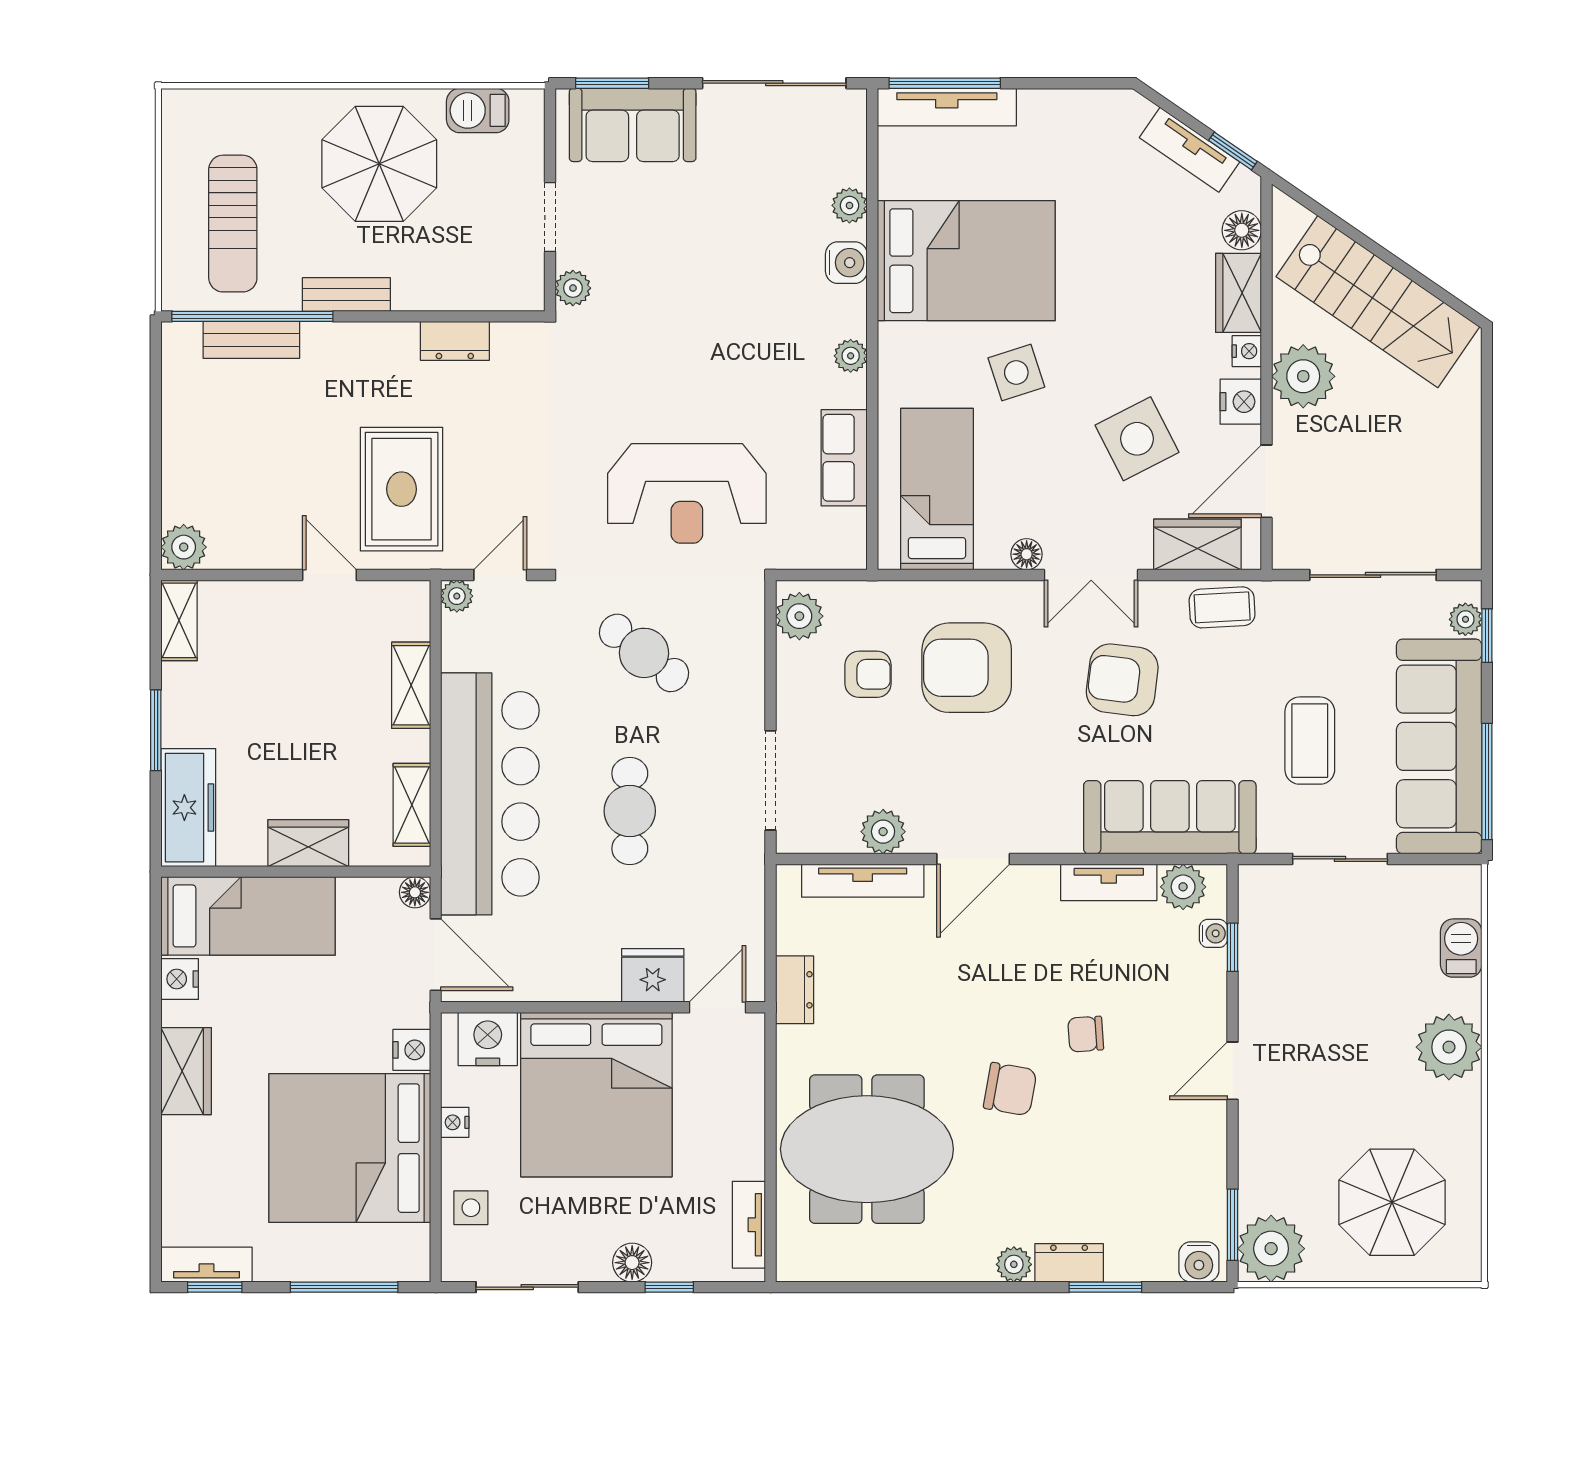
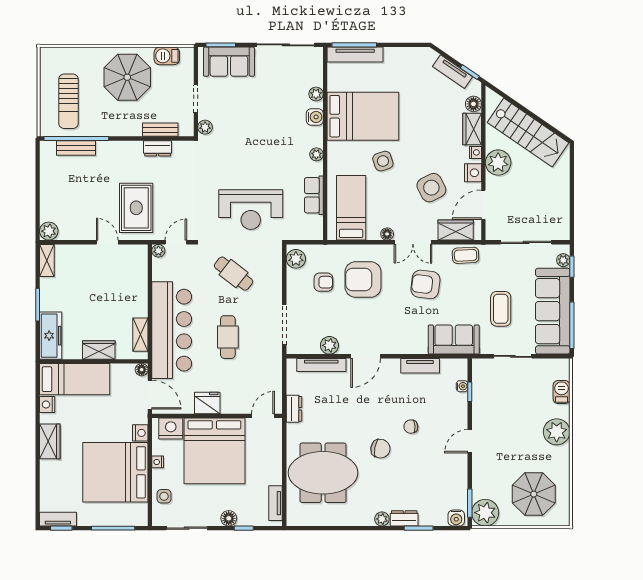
bench: (346, 294) -> (160, 130), moved
shelving: (411, 685) -> (140, 287), removed
sofa: (1170, 817) -> (454, 340), width x0.73
plant: (1183, 887) -> (450, 367), removed
fridge: (653, 975) -> (207, 403), moved

